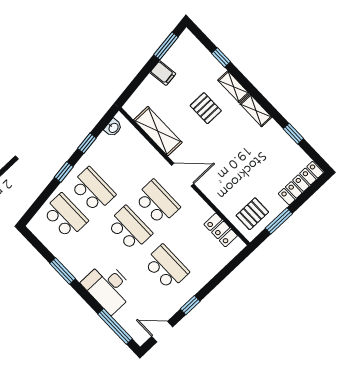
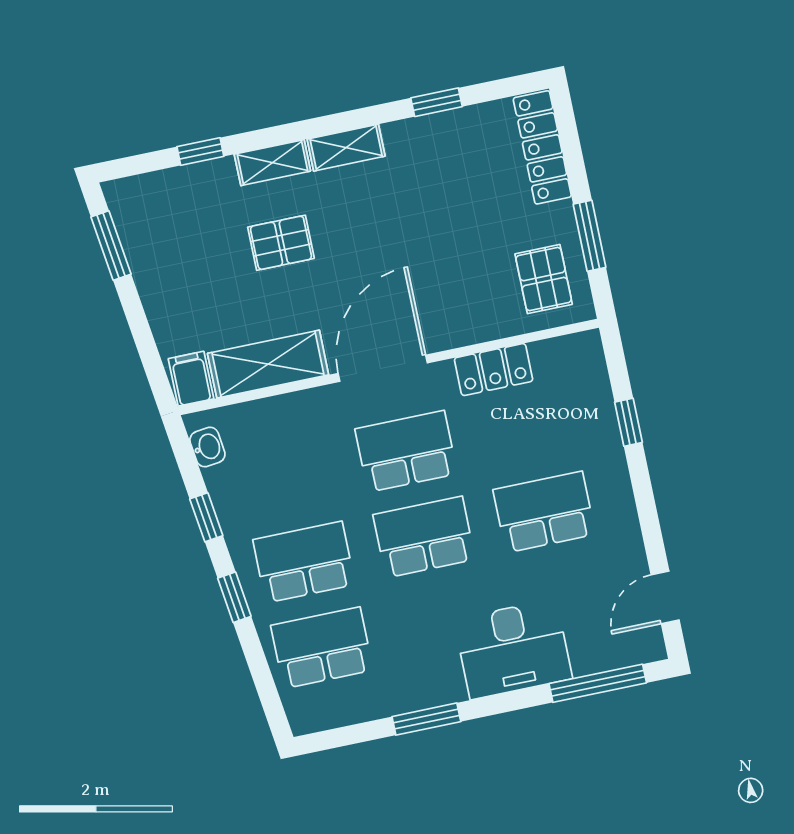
filing cabinet: (163, 73) -> (191, 379), moved, turned -82
door: (183, 175) -> (383, 368), width x1.36
locker: (221, 230) -> (494, 370), moved
window: (190, 305) -> (628, 422), moved

